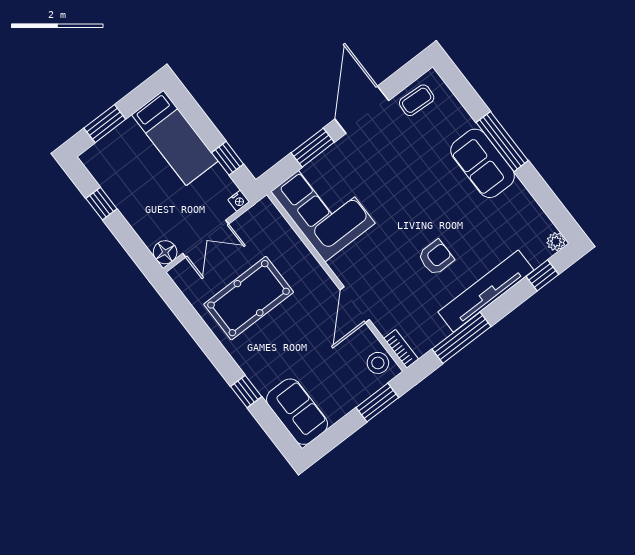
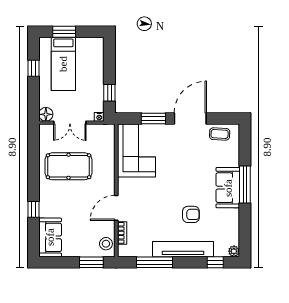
bed: (175, 138) -> (63, 64), moved
armchair: (436, 257) -> (191, 214), moved
bookcase: (401, 349) -> (122, 233), moved

